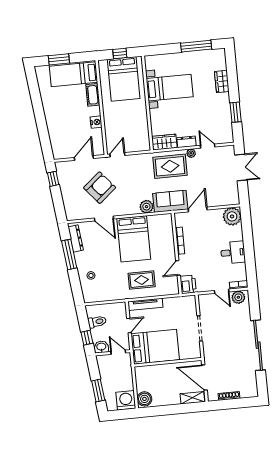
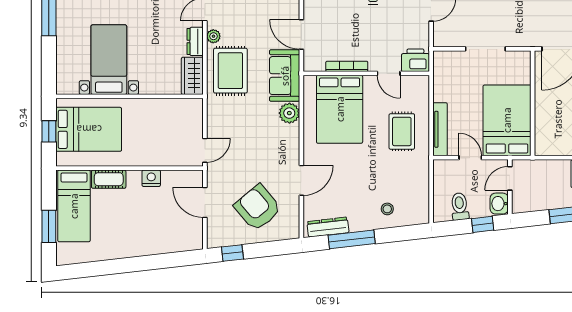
door: (117, 155) -> (205, 150), swing flipped
armchair: (100, 188) -> (258, 208), moved
bed: (134, 239) -> (340, 109), moved, turned 90

